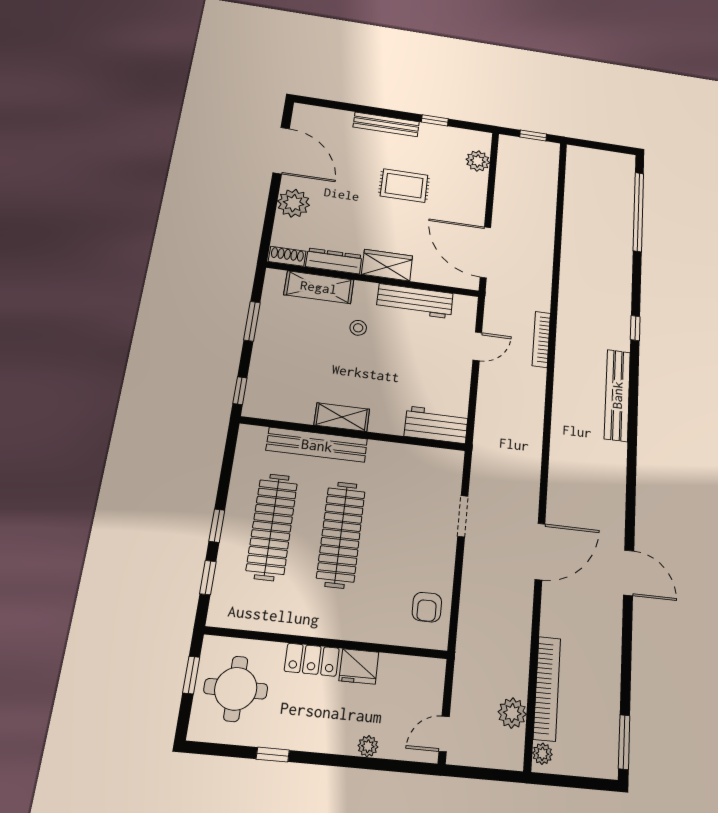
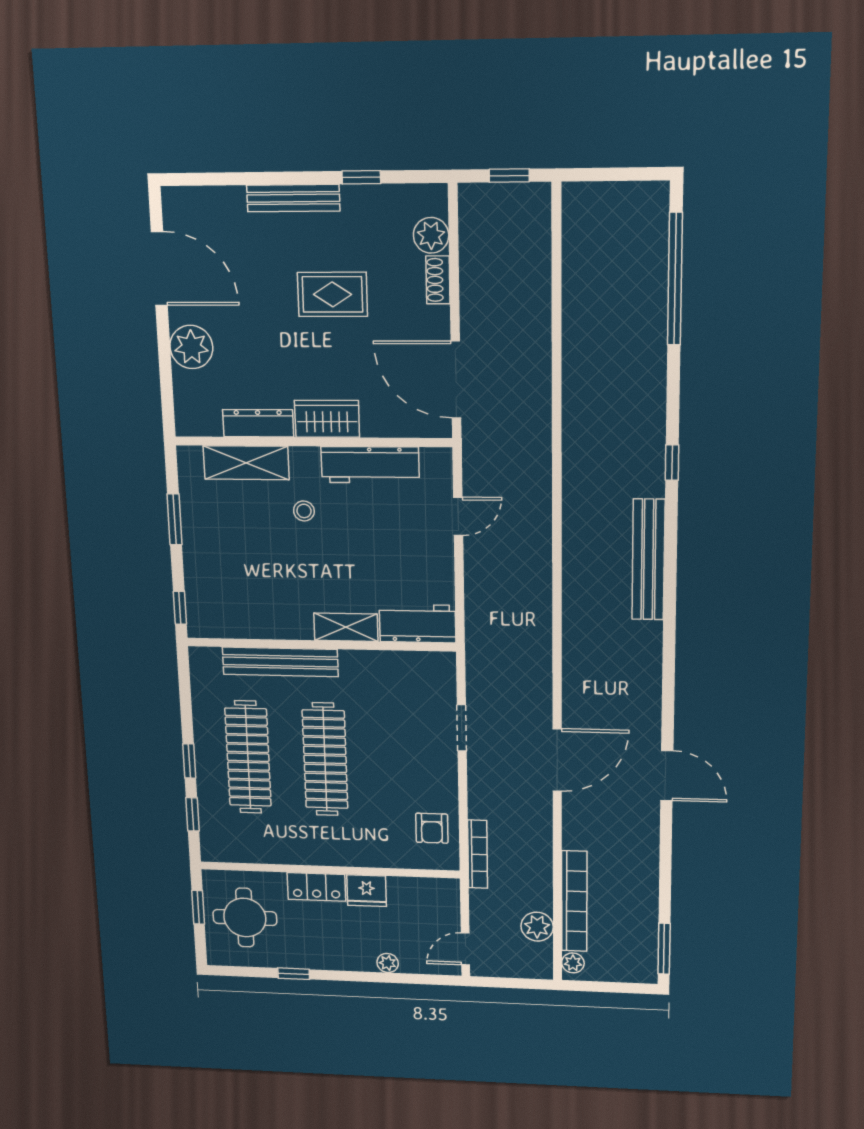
shoe rack: (287, 256) -> (438, 280), moved, turned -90
bookcase: (541, 339) -> (478, 854), moved, turned 180
shelving: (342, 417) -> (346, 627), moved

